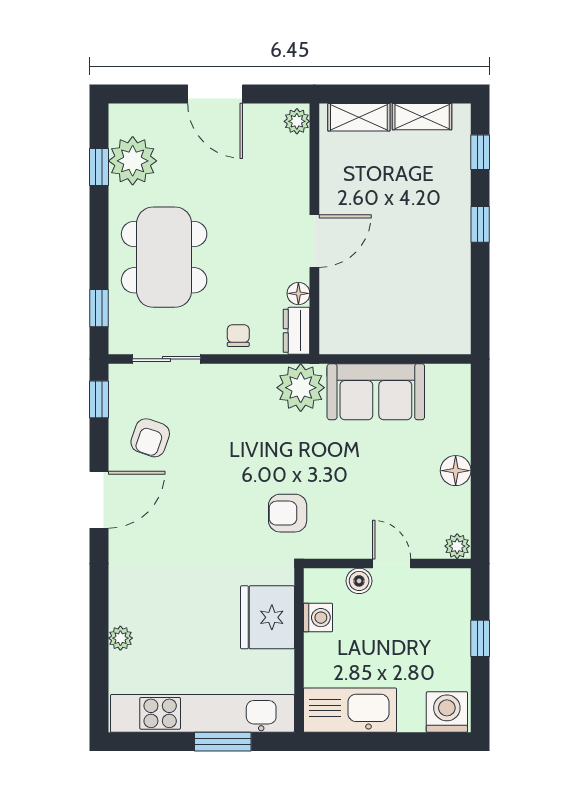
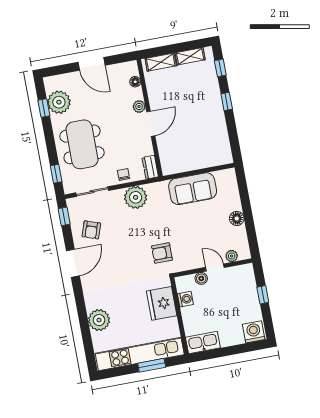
plant: (297, 121) -> (139, 107), moved
floor lamp: (298, 293) -> (135, 82), moved
plant: (301, 388) -> (136, 197), moved
plant: (457, 546) -> (232, 256), moved
plant: (120, 638) -> (99, 320), width x1.88, depth x1.88
kitchen sink: (350, 710) -> (203, 343), width x0.73, depth x0.81

